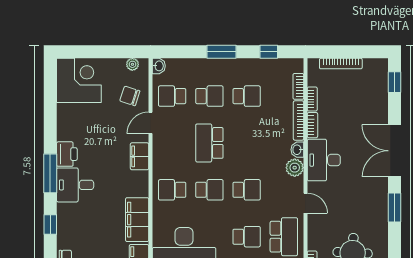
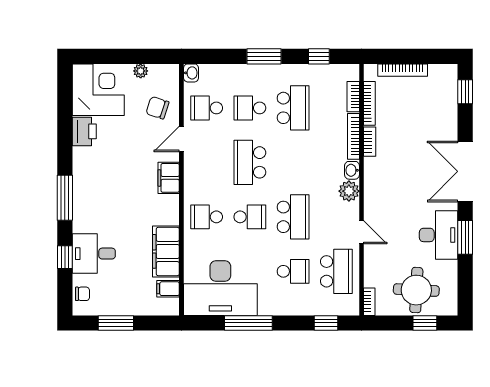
plant: (132, 64) -> (141, 71), moved
school desk: (209, 96) -> (250, 108), turned 180
school desk: (247, 96) -> (293, 108), width x1.85
bookcase: (312, 99) -> (369, 103), width x1.56
printer: (67, 154) -> (84, 131), moved
desk: (324, 160) -> (439, 235), moved, turned 180
desk: (75, 185) -> (94, 254), moved
school desk: (247, 190) -> (293, 217), width x1.85

